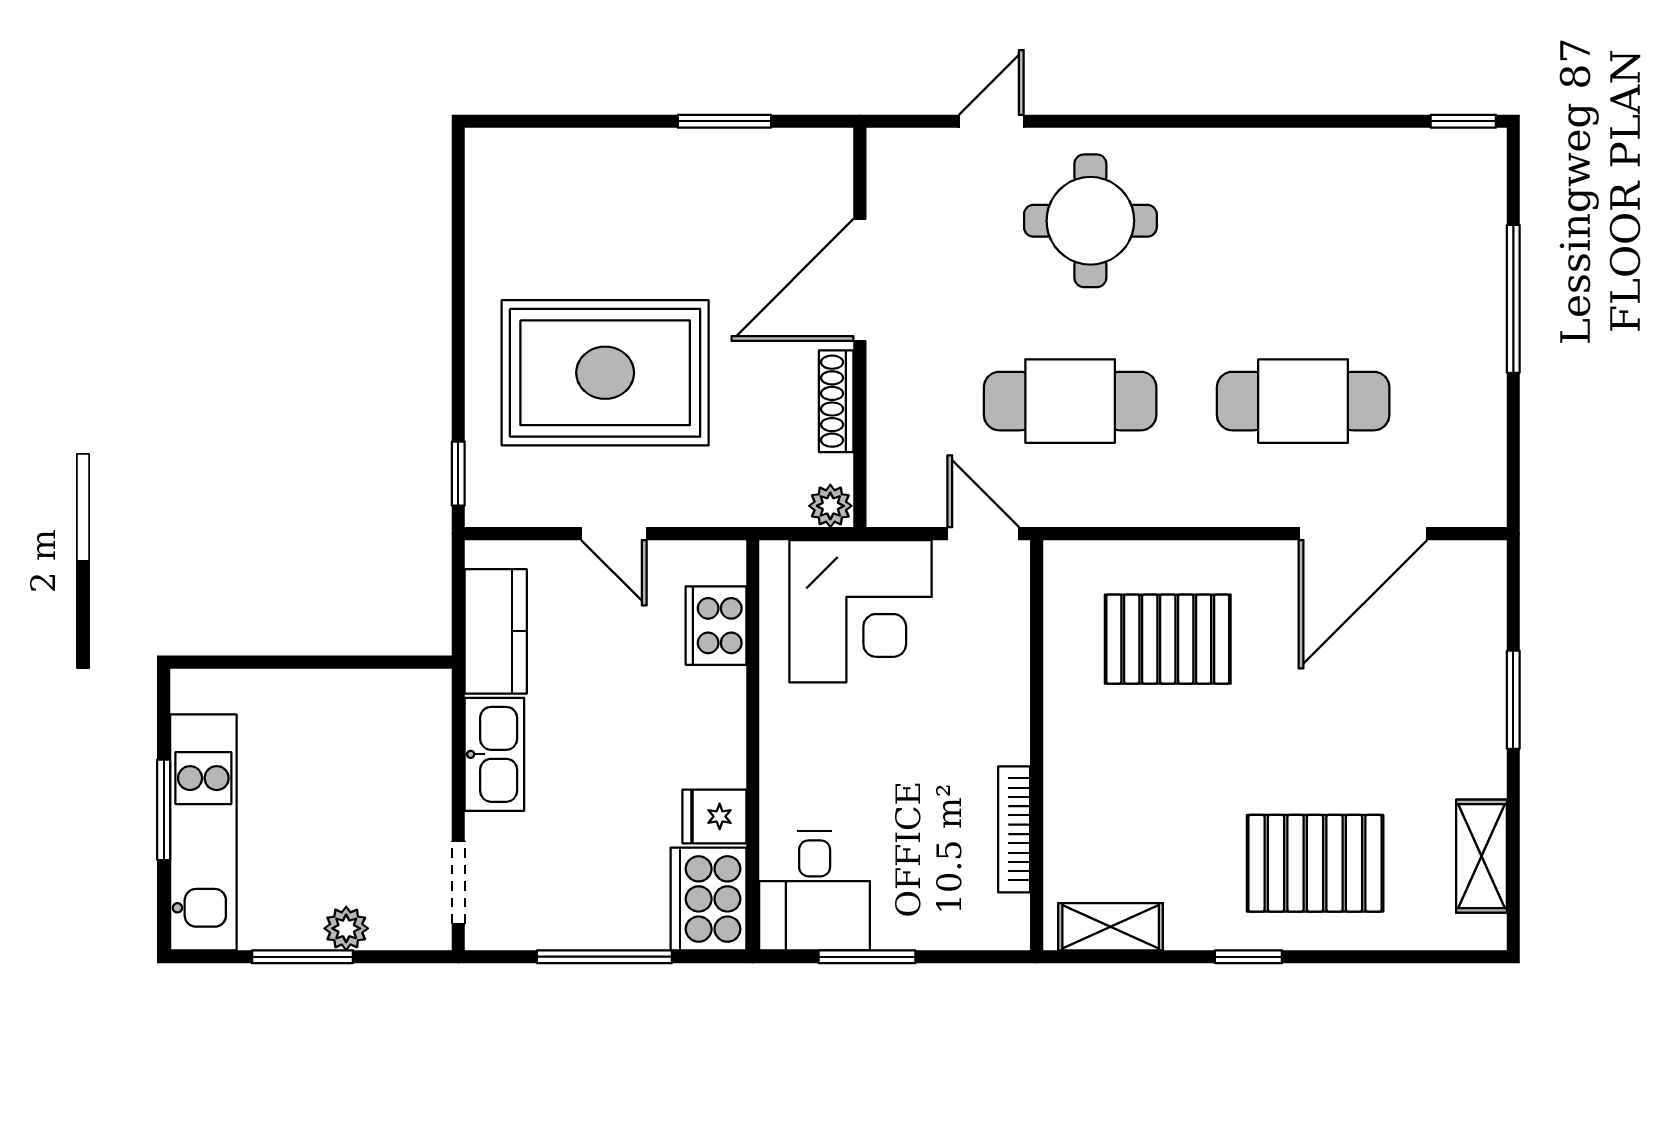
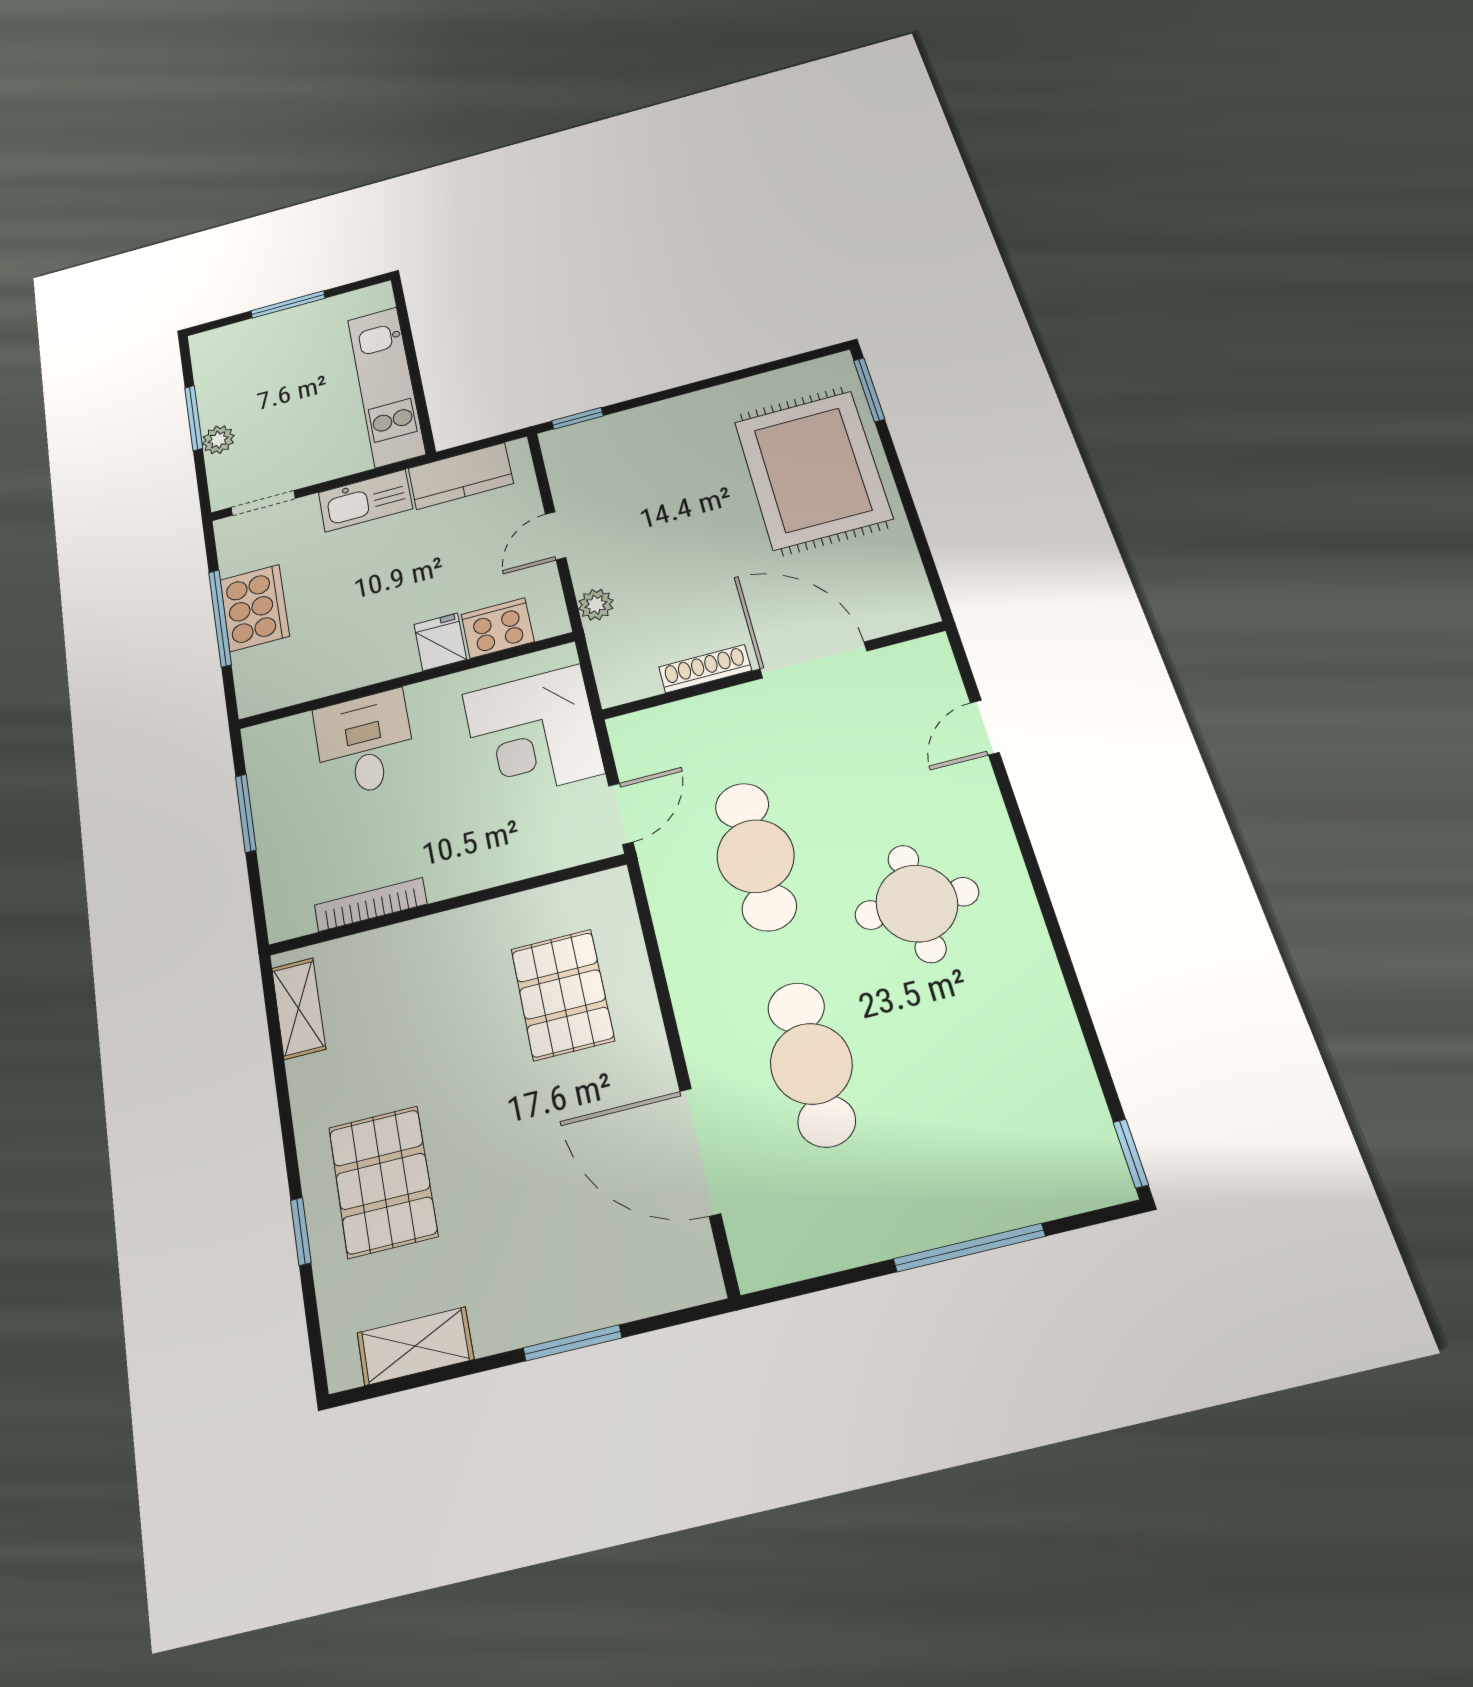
window: (724, 121) -> (869, 390), moved
door: (991, 121) -> (985, 727), swing flipped
round table: (1090, 221) -> (917, 903), moved
rug: (605, 373) -> (812, 470), moved
plant: (830, 506) -> (596, 605), moved
fridge: (714, 816) -> (440, 642), moved
kitchen unit: (203, 832) -> (386, 386), moved, turned 90
desk: (815, 891) -> (365, 744), moved, turned 90
cooker: (708, 899) -> (255, 608), moved, turned 90
window: (1248, 957) -> (301, 1231), moved

